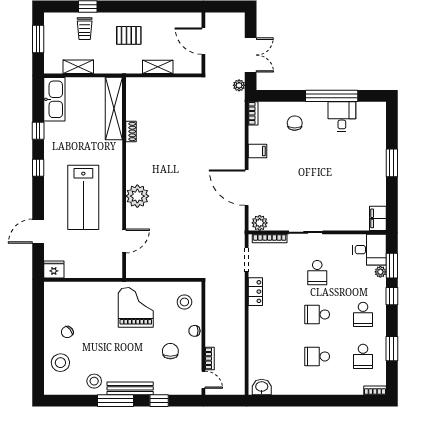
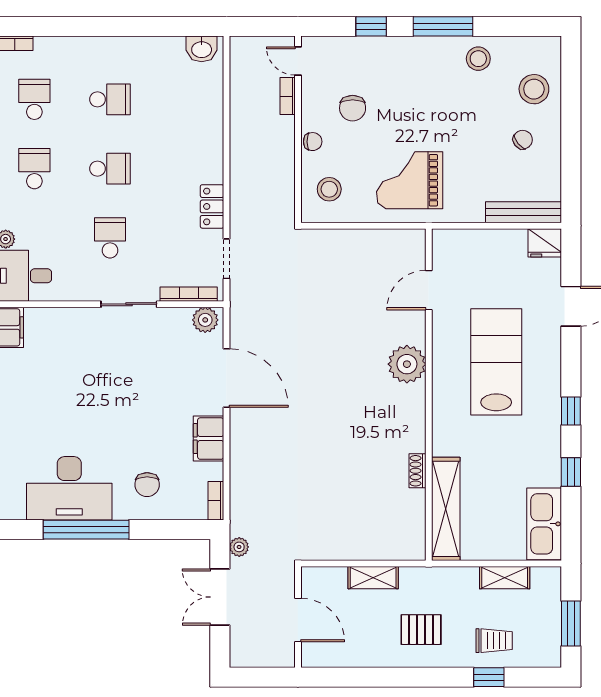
trolley: (85, 29) -> (494, 641), turned 90
desk: (342, 116) -> (69, 488), width x1.87, depth x1.30
filing cabinet: (257, 151) -> (209, 439), width x2.00
grand piano: (136, 307) -> (410, 180), turned 90
bench: (130, 388) -> (524, 212), moved

